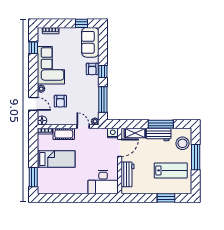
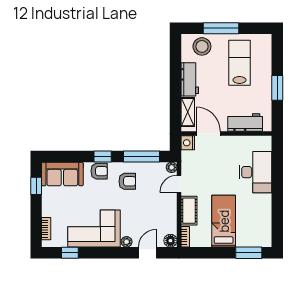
armchair: (60, 101) -> (127, 181), moved
window: (161, 124) -> (176, 76), removed
desk: (103, 182) -> (255, 172), moved
window: (166, 198) -> (277, 88), moved

